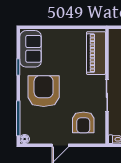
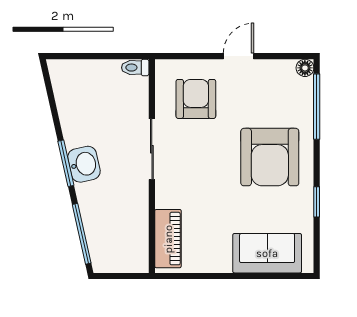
sofa: (31, 49) -> (267, 253), moved, turned 90
piano: (96, 53) -> (168, 239), width x0.73, depth x0.75

